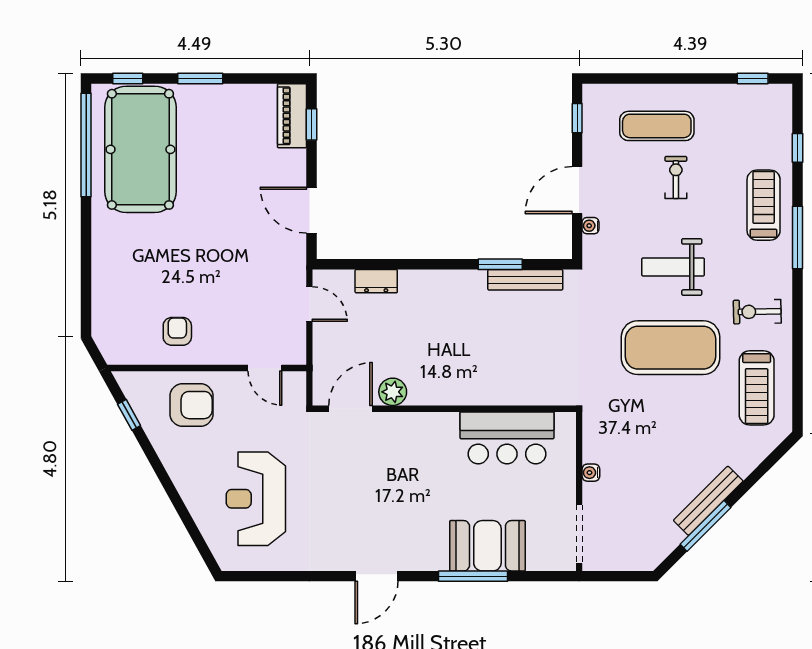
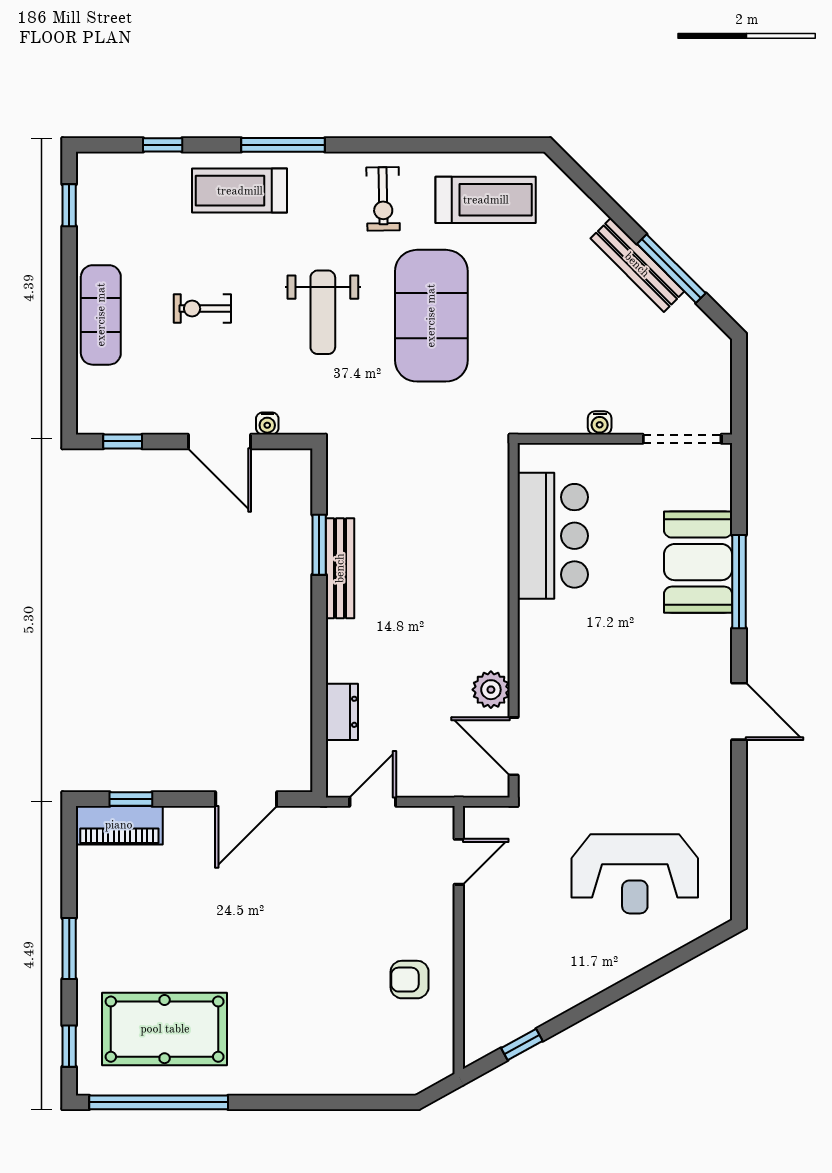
exercise mat: (657, 126) -> (101, 315), moved
pool table: (140, 149) -> (165, 1029), width x0.73, depth x0.76
bench: (525, 280) -> (340, 568), moved
armchair: (191, 405) -> (509, 960), removed

